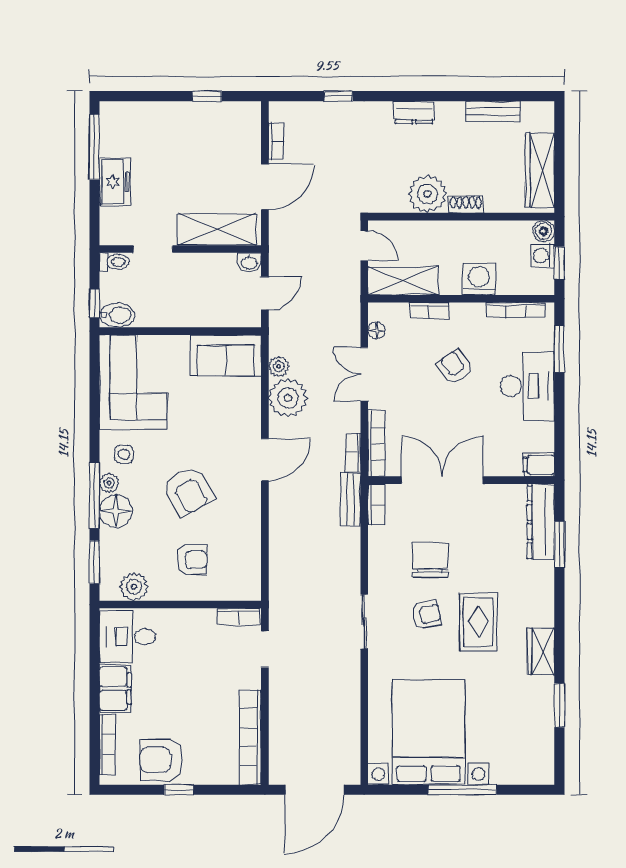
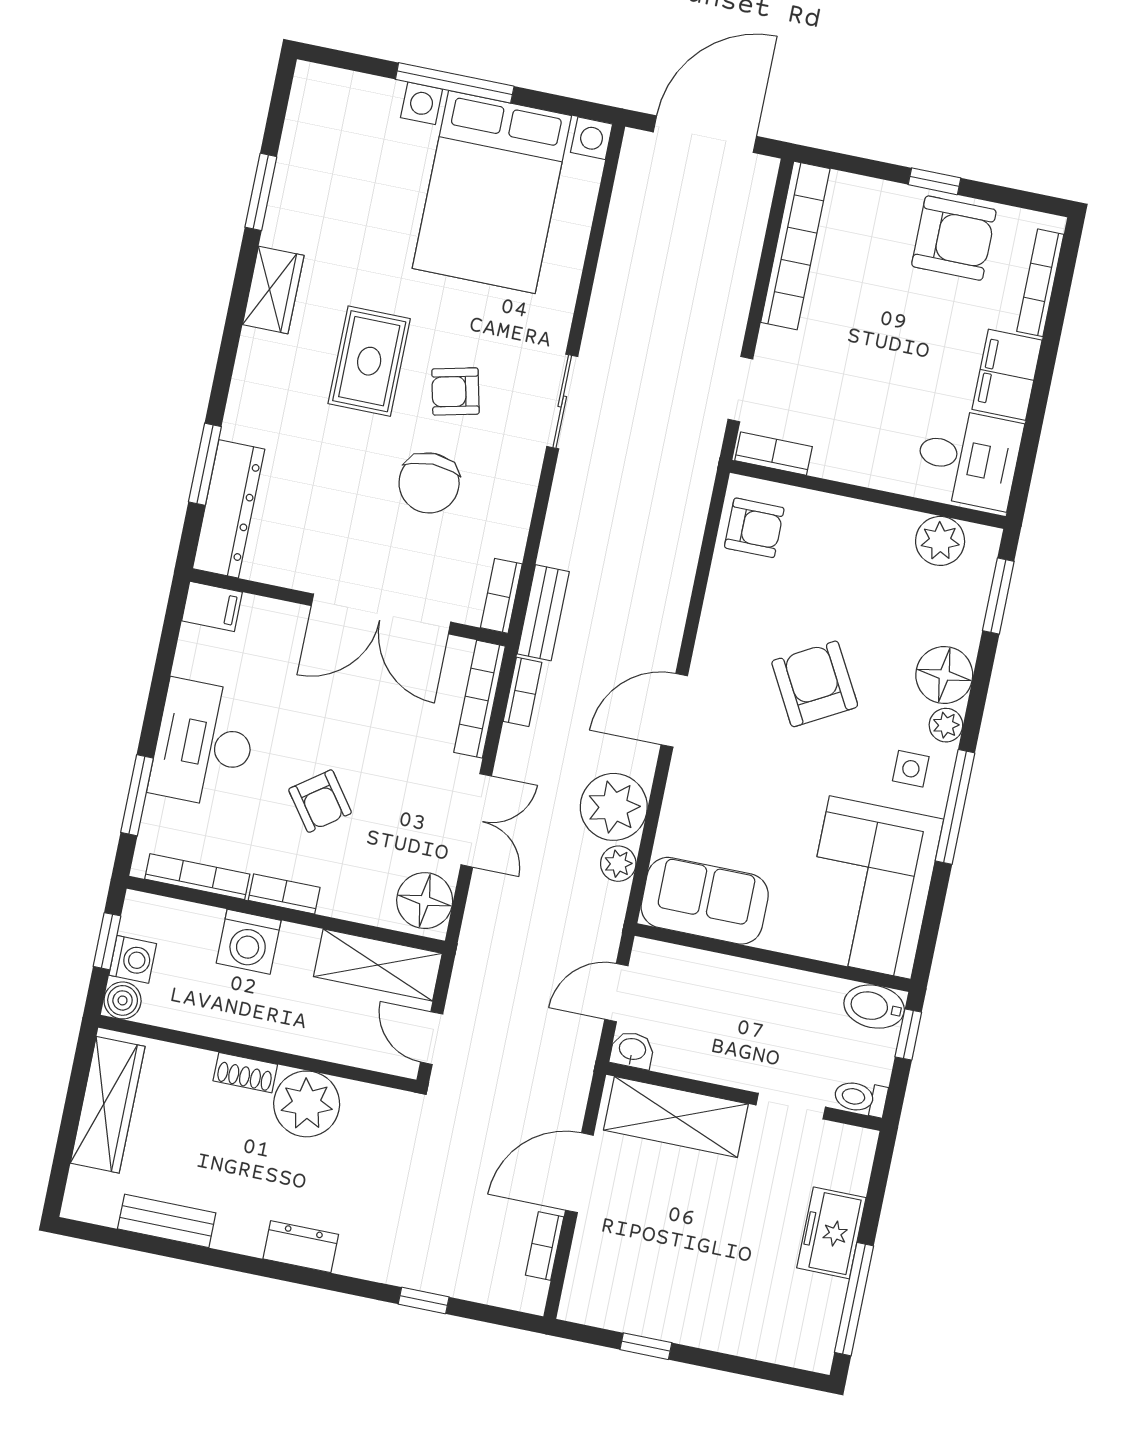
bookcase: (429, 310) -> (284, 894), moved
floor lamp: (377, 330) -> (425, 901), width x1.89, depth x1.89
window: (95, 495) -> (955, 807), moved
armchair: (192, 560) -> (754, 528), moved, turned 180

